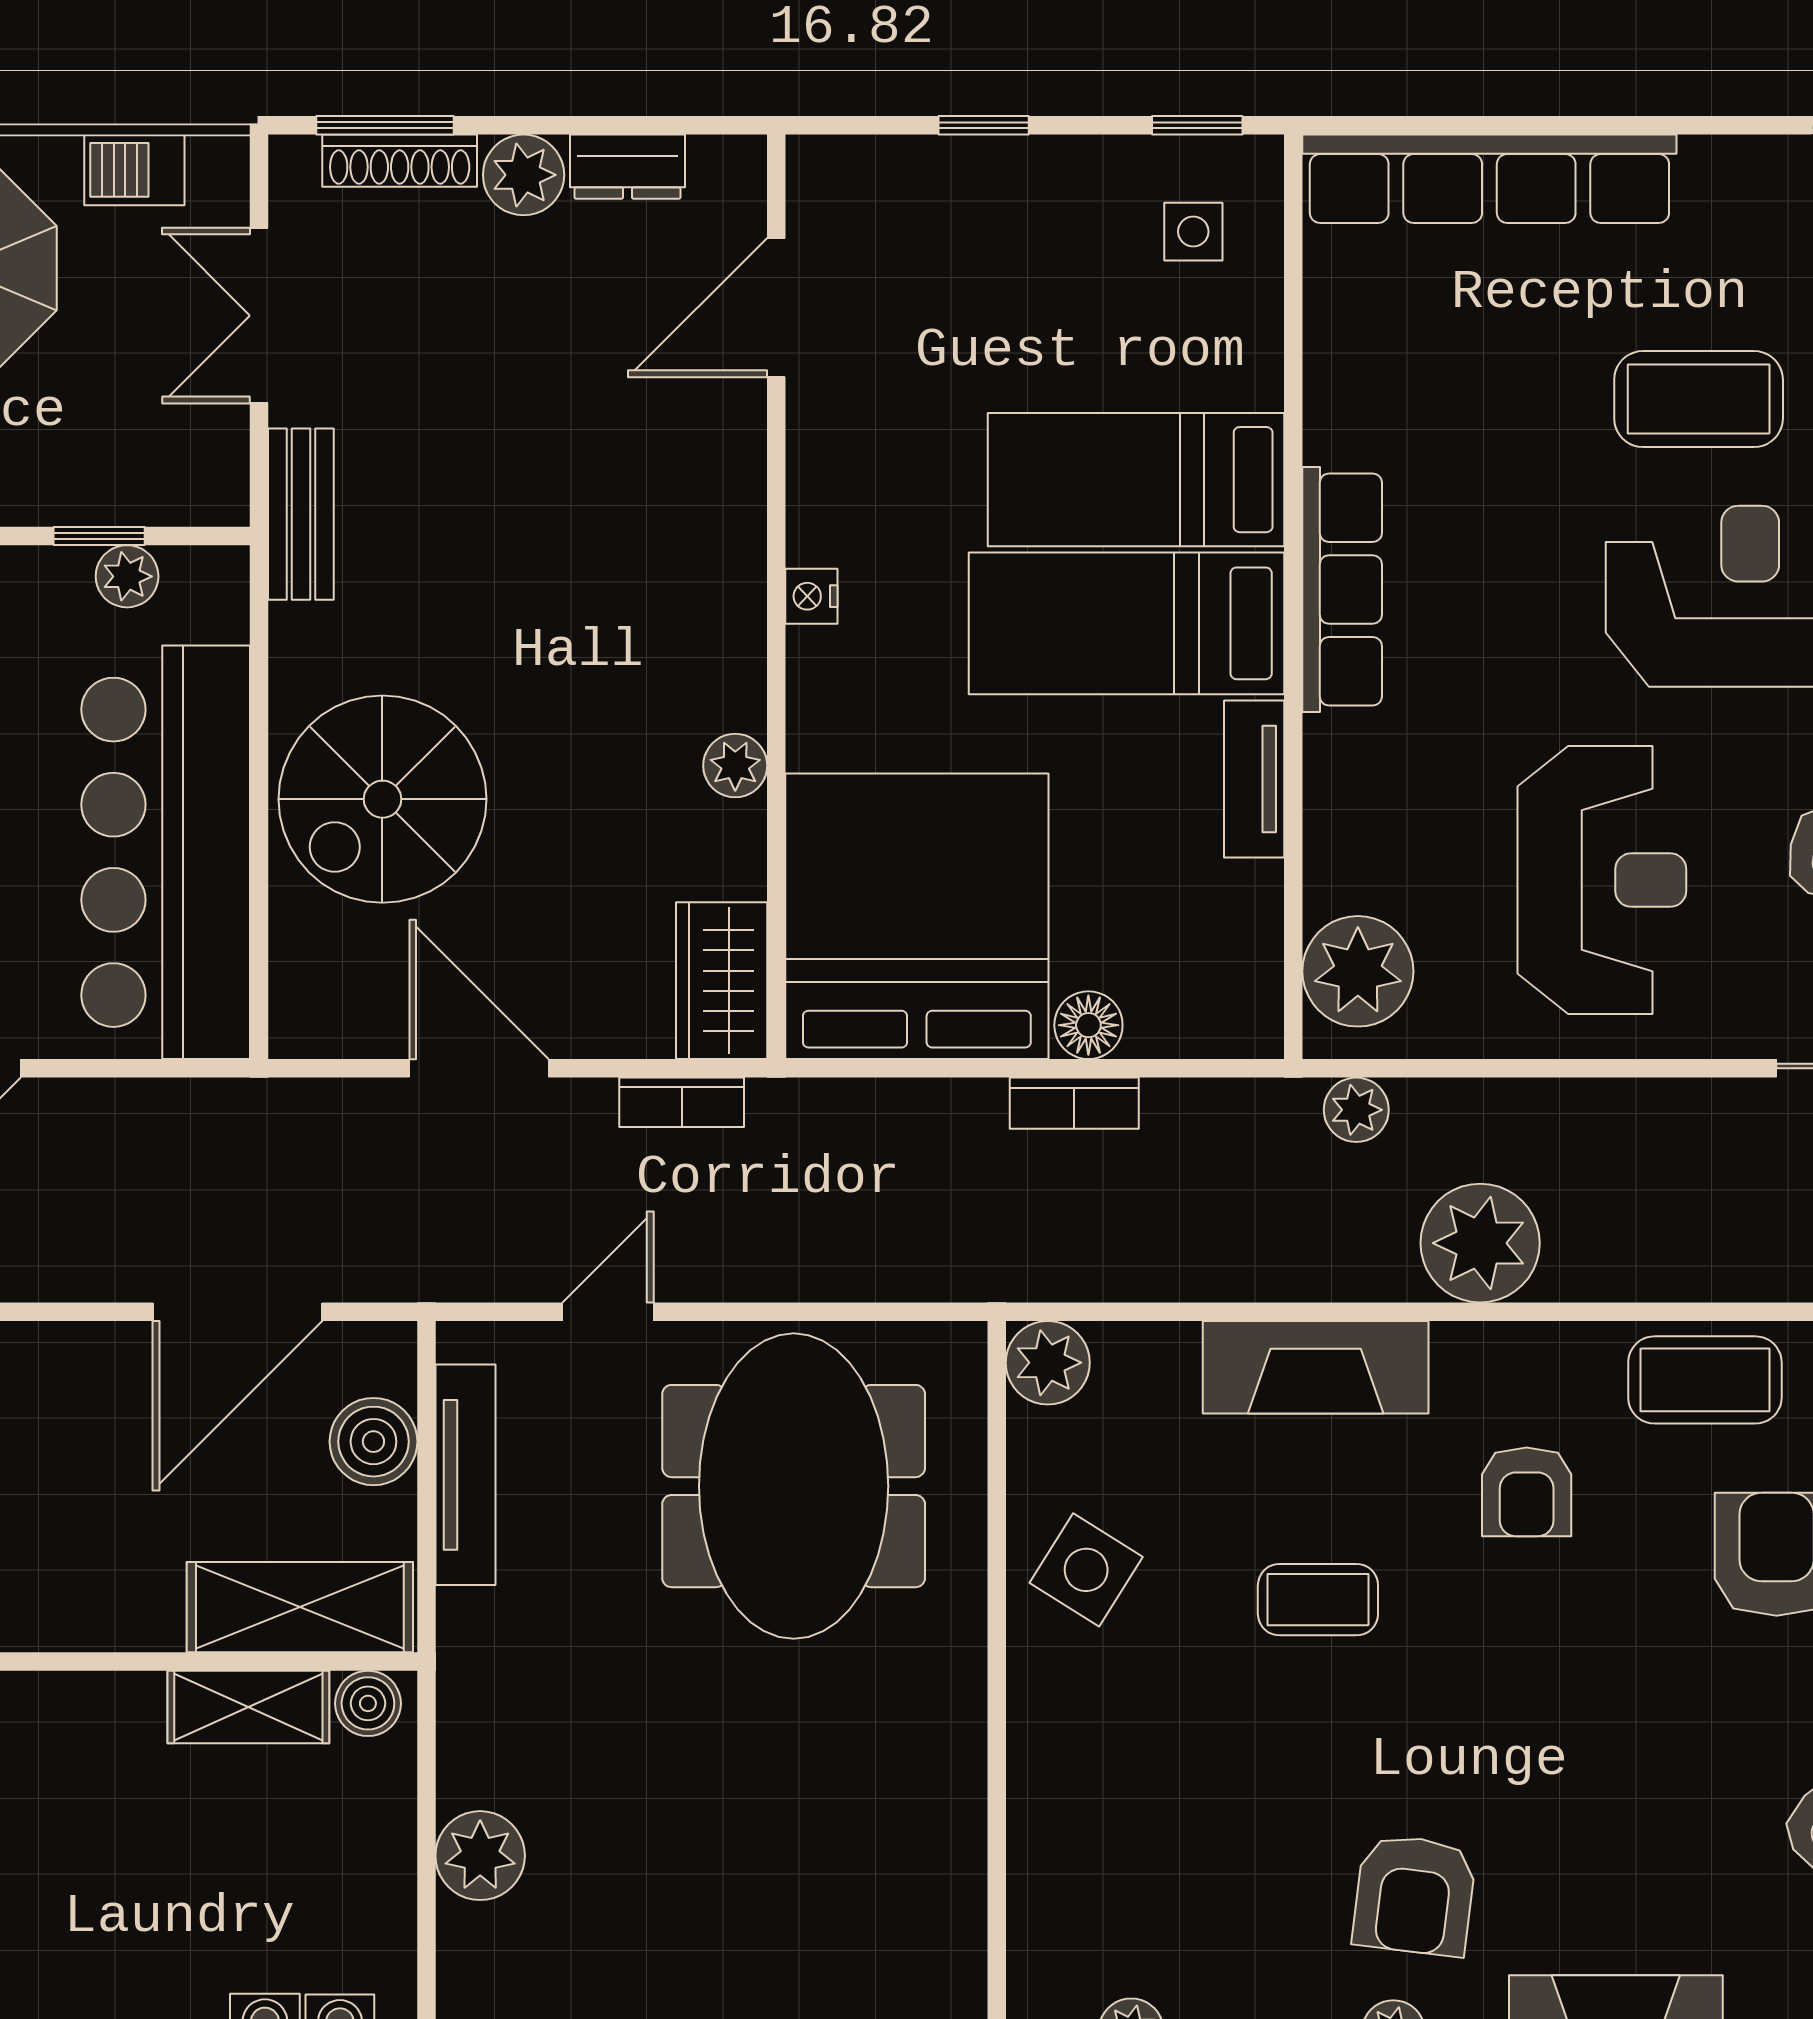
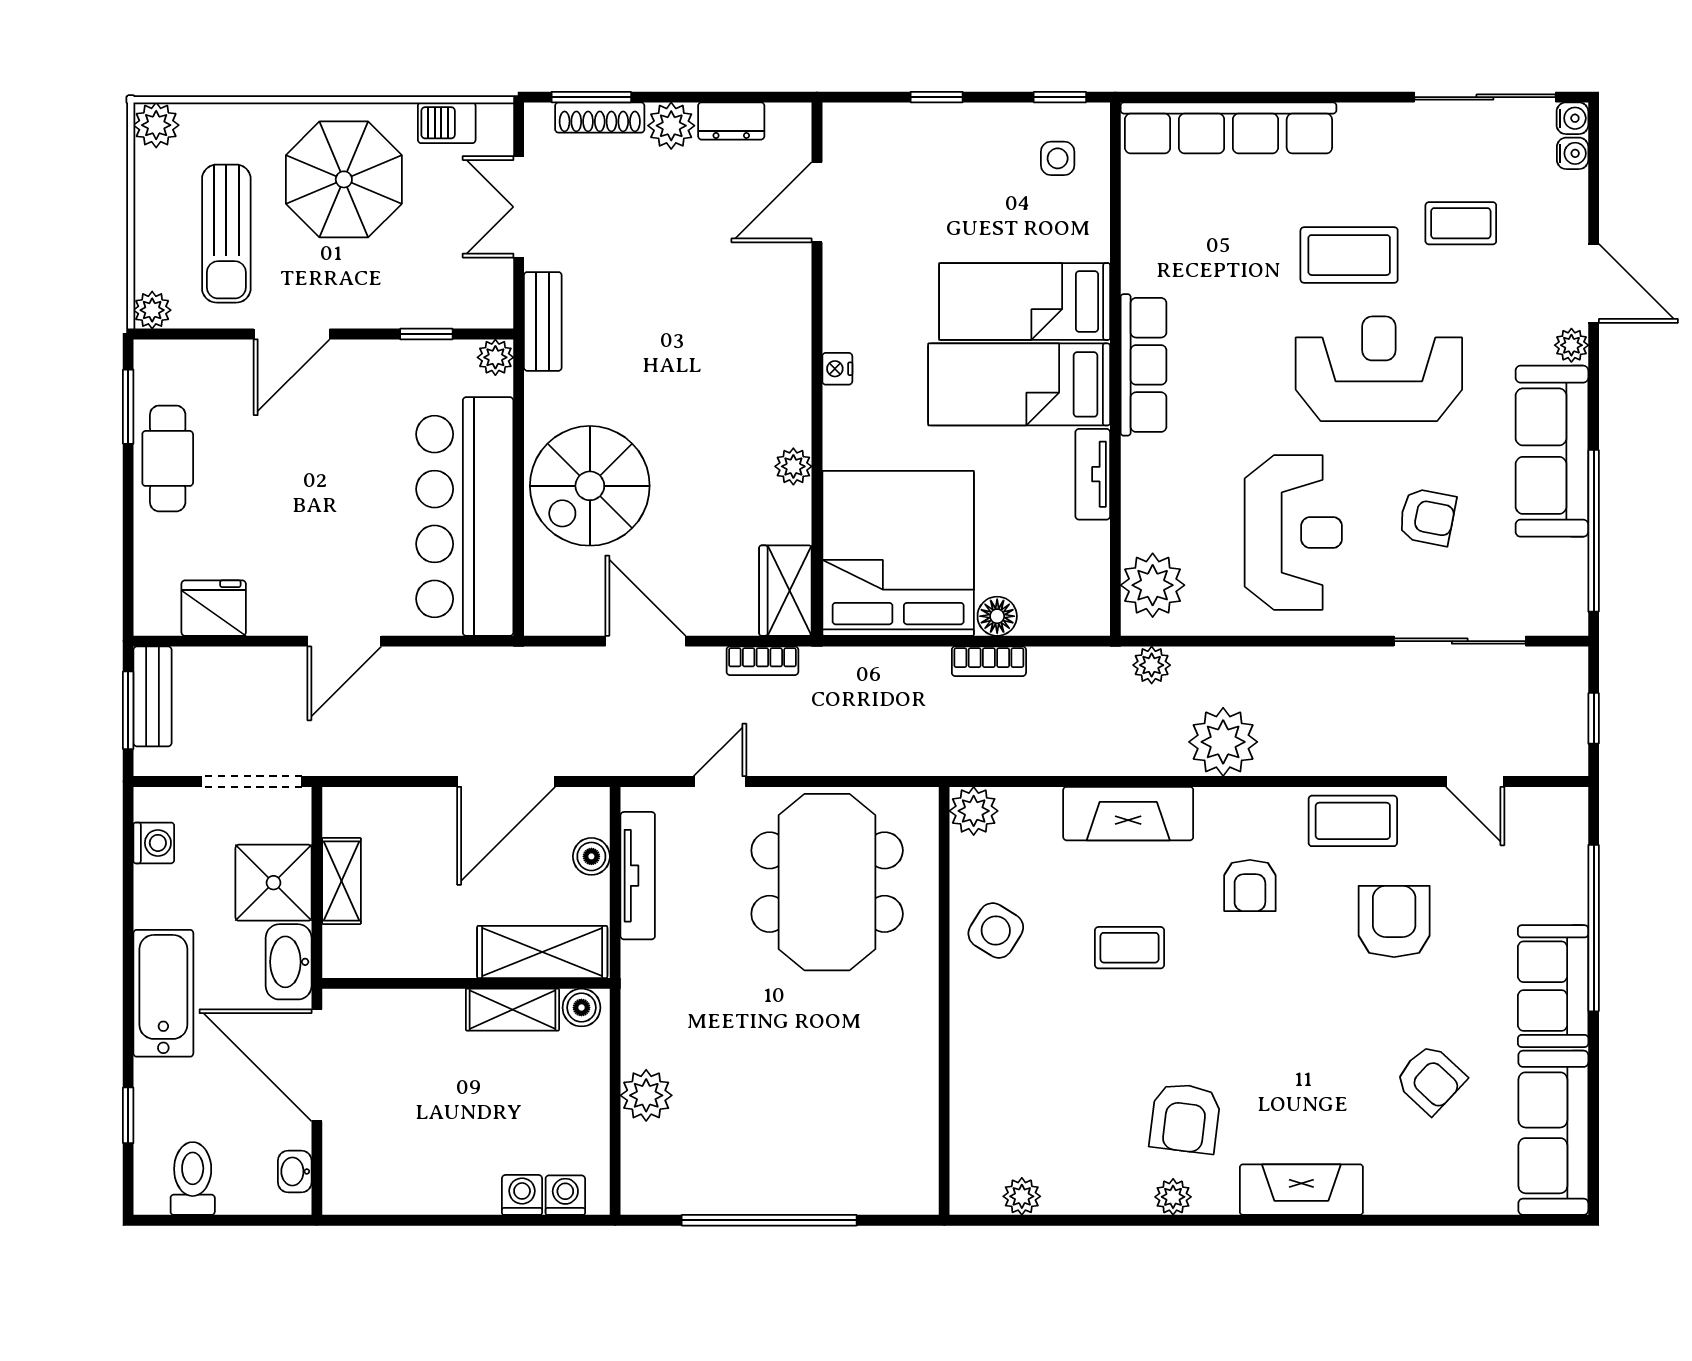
plant: (127, 576) -> (495, 357), moved
boiler: (373, 1442) -> (591, 856), width x0.73, depth x0.73

